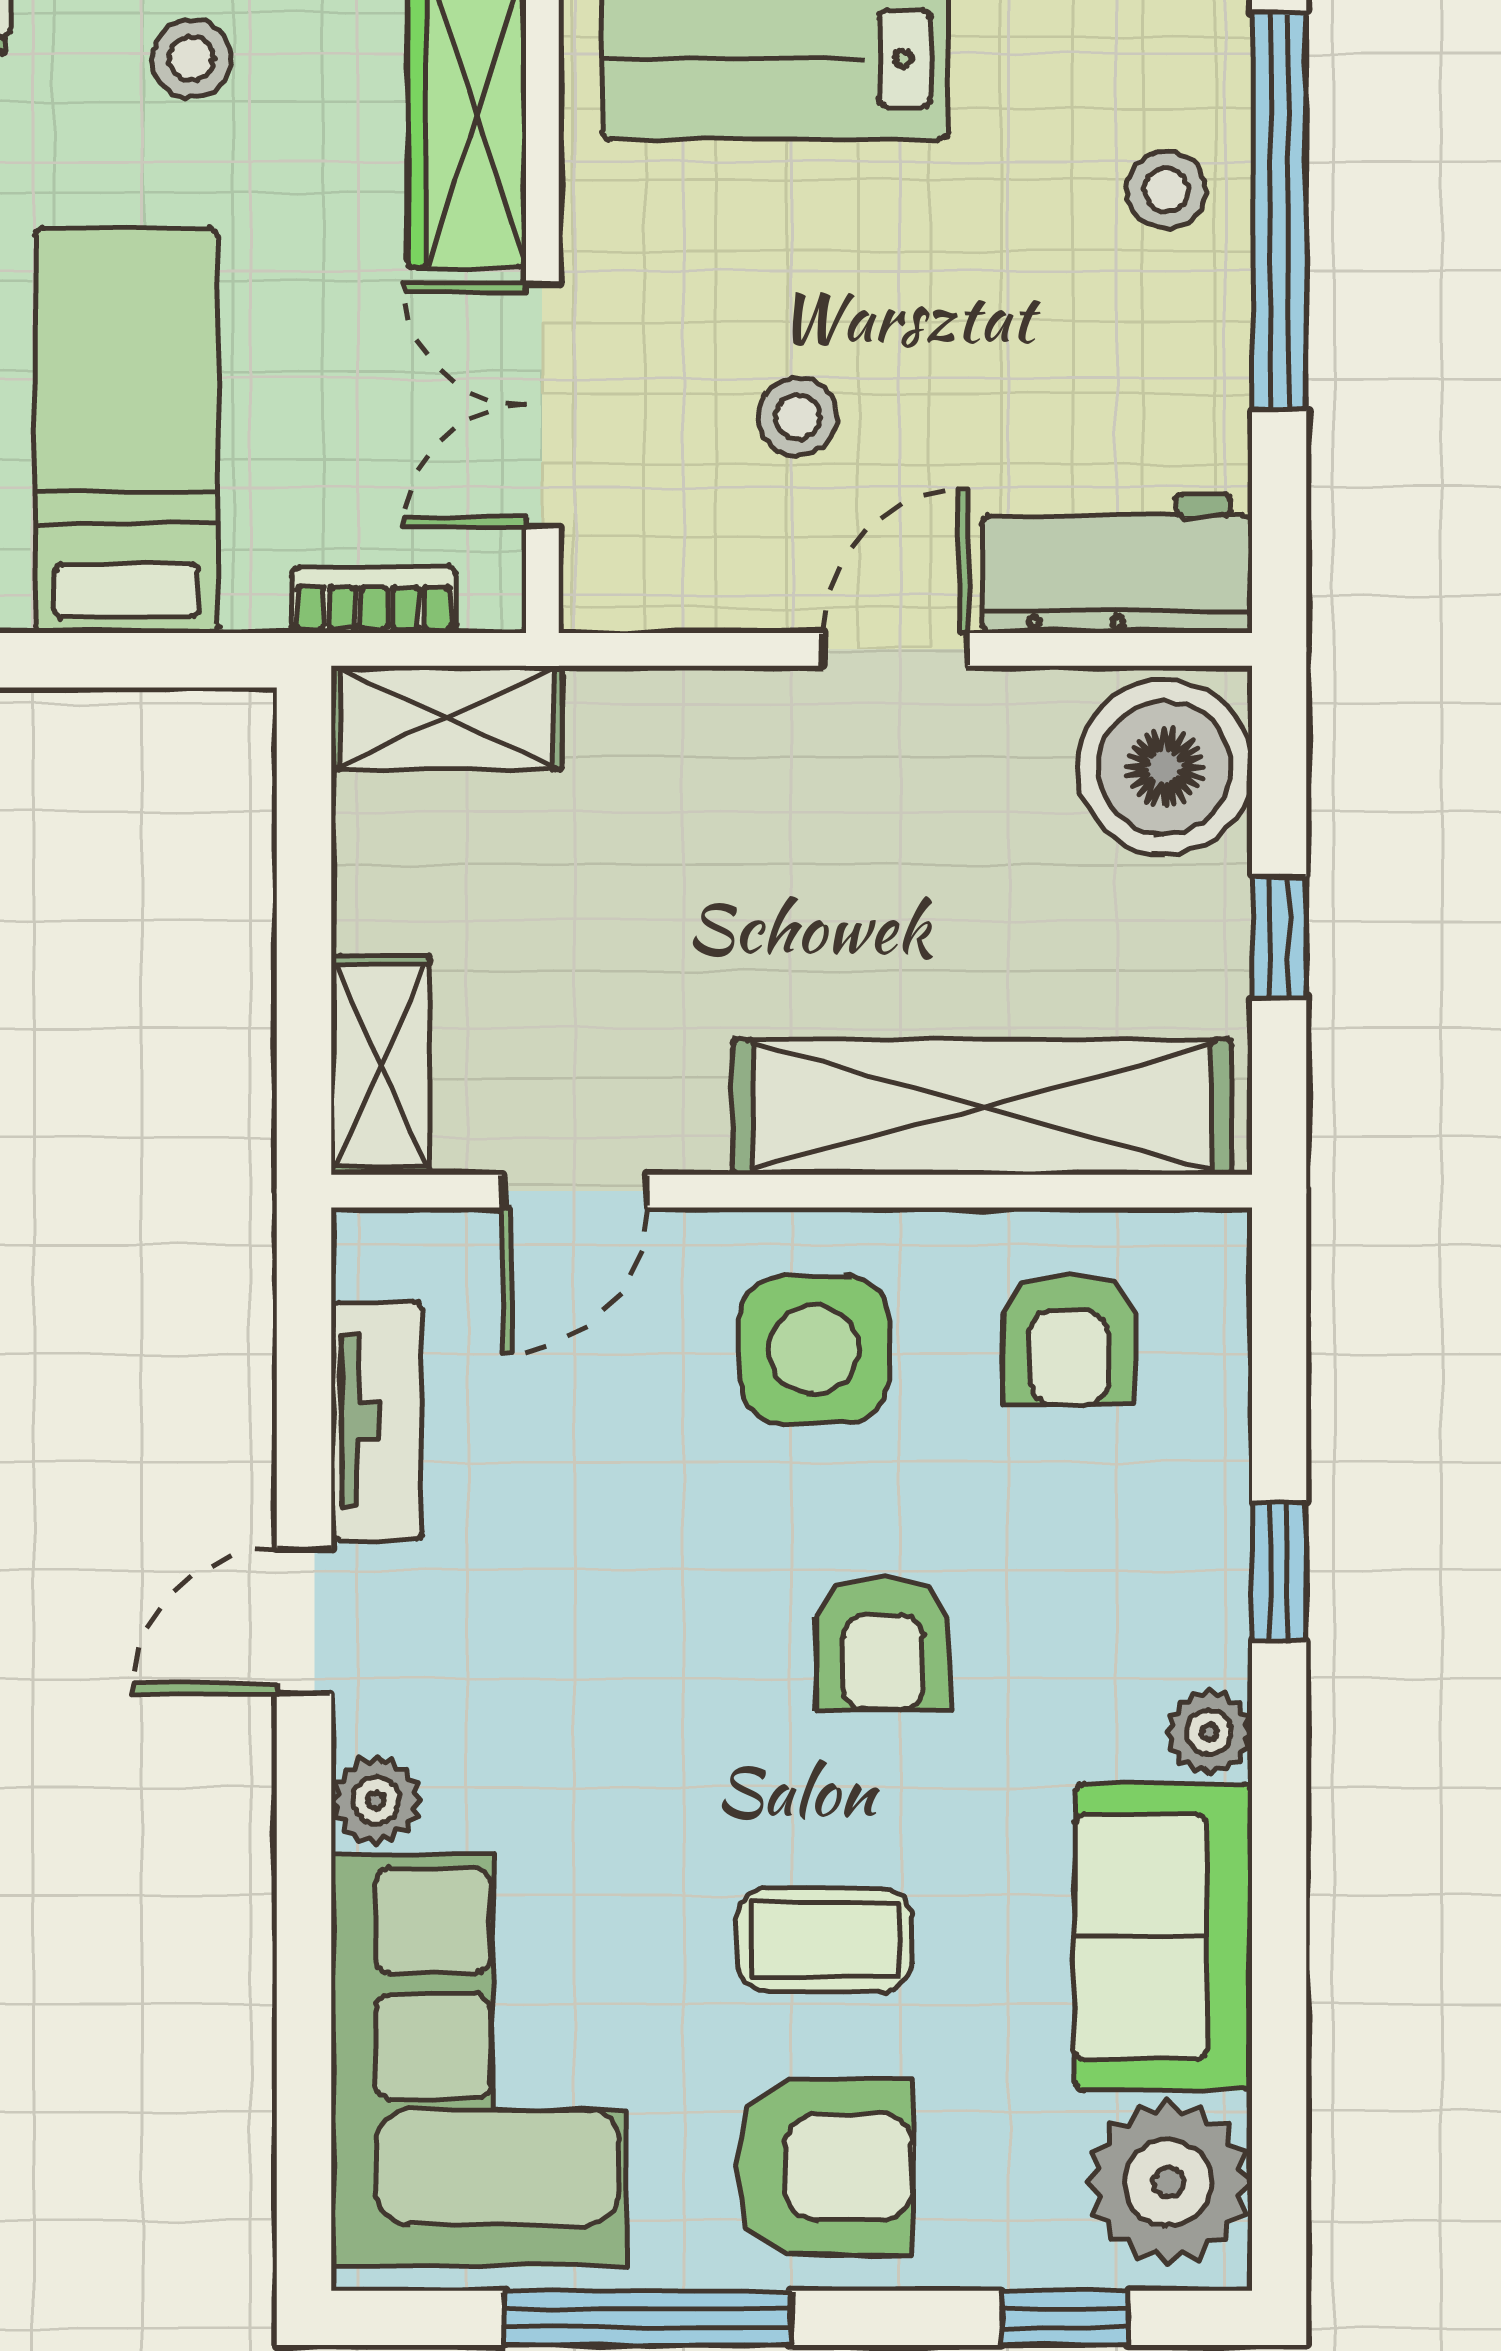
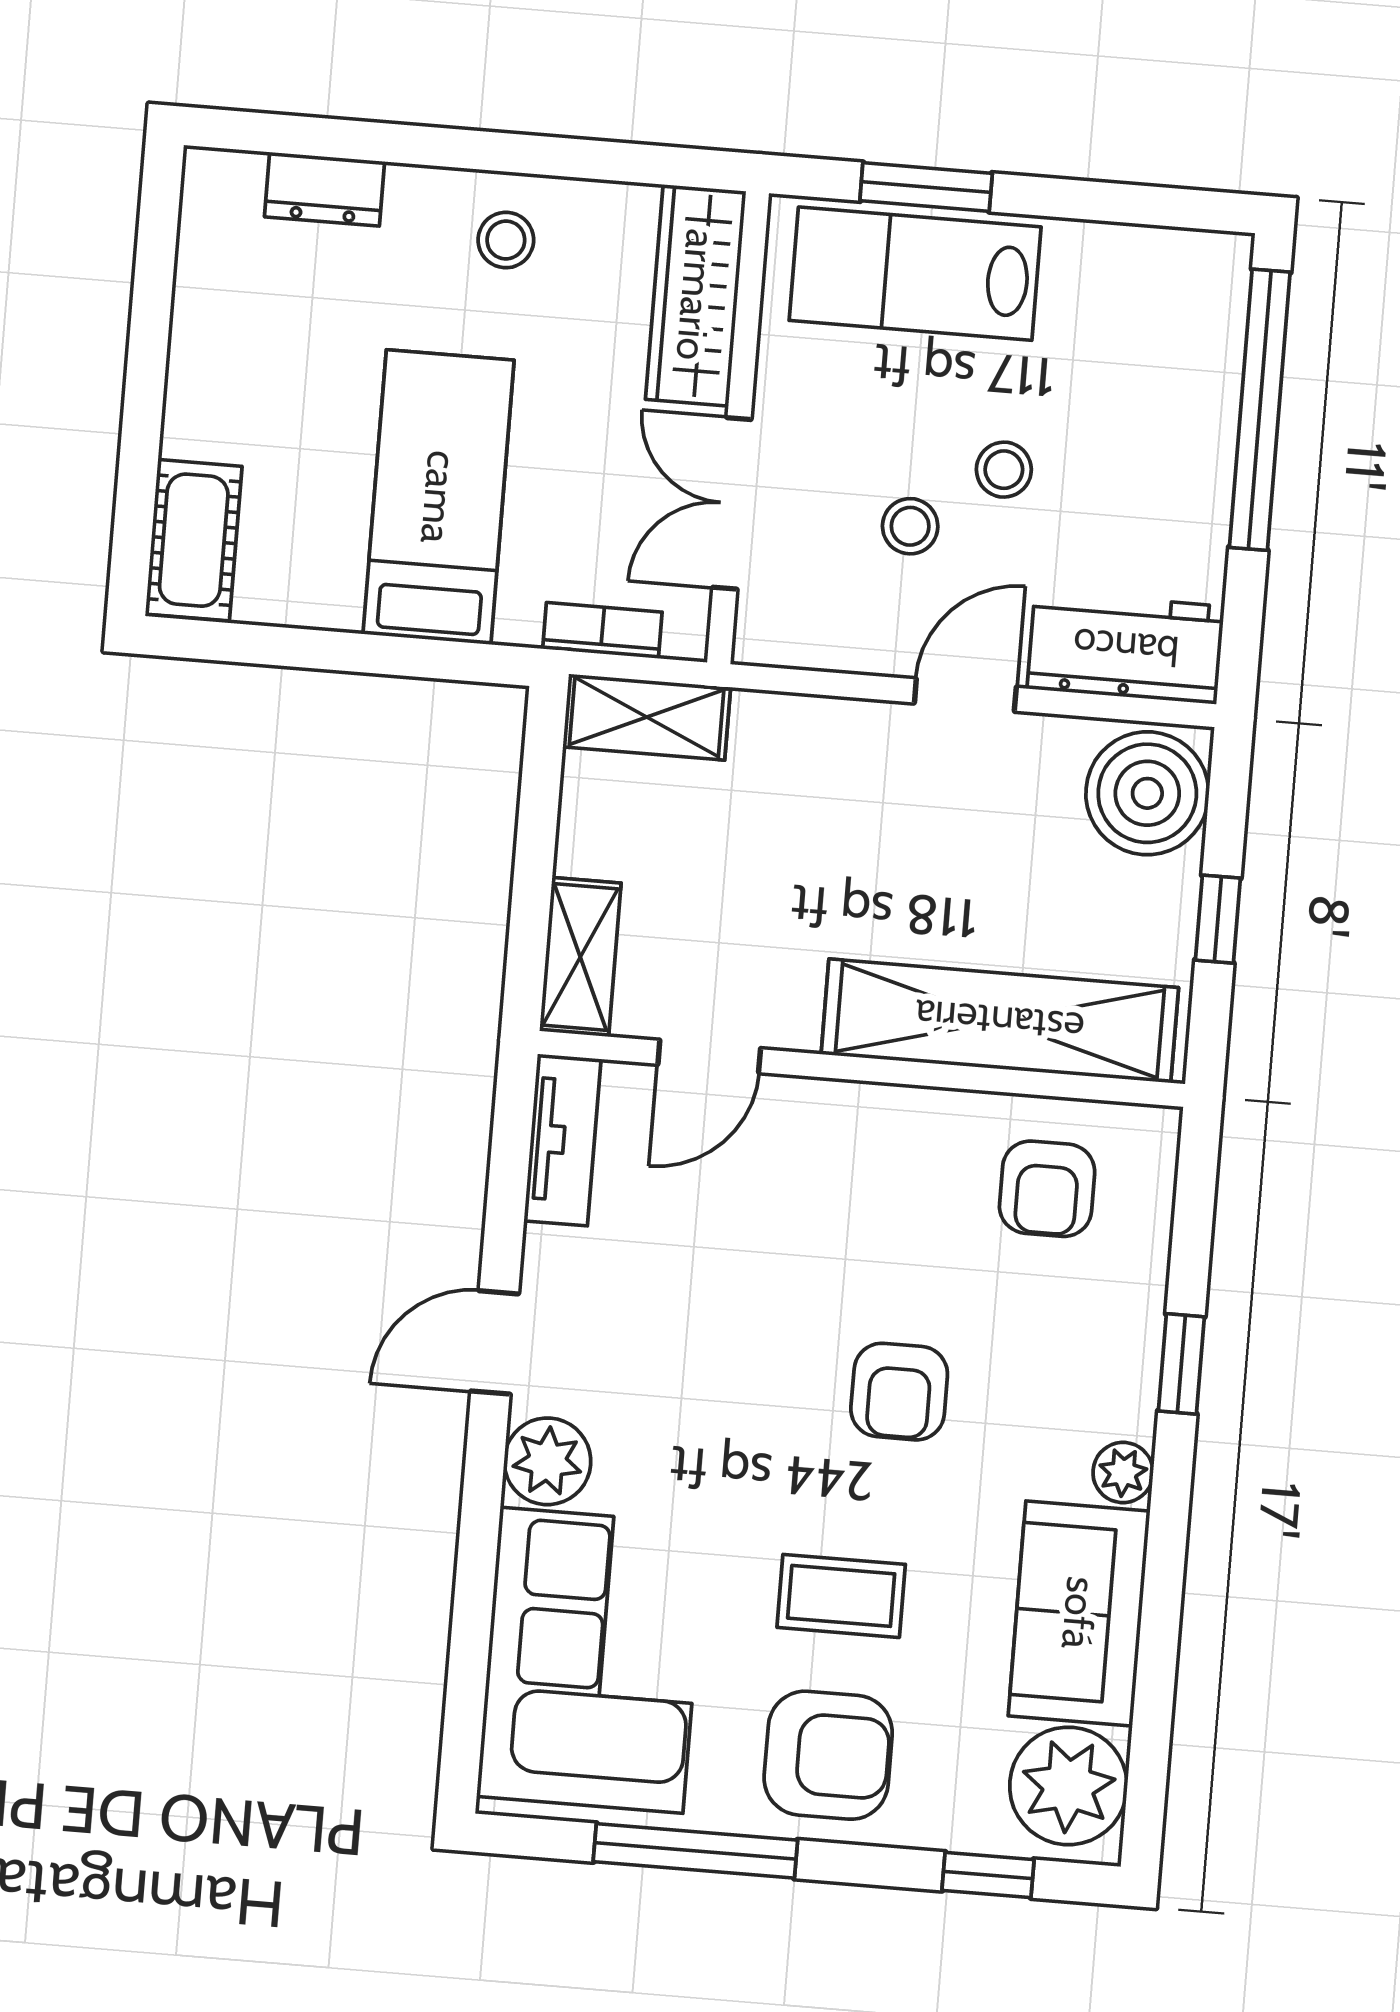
stool: (1166, 190) -> (1004, 470), moved
side table: (814, 1349) -> (868, 1181), removed
tv unit: (377, 1421) -> (562, 1140), moved
plant: (376, 1800) -> (547, 1461), width x1.38, depth x1.38

